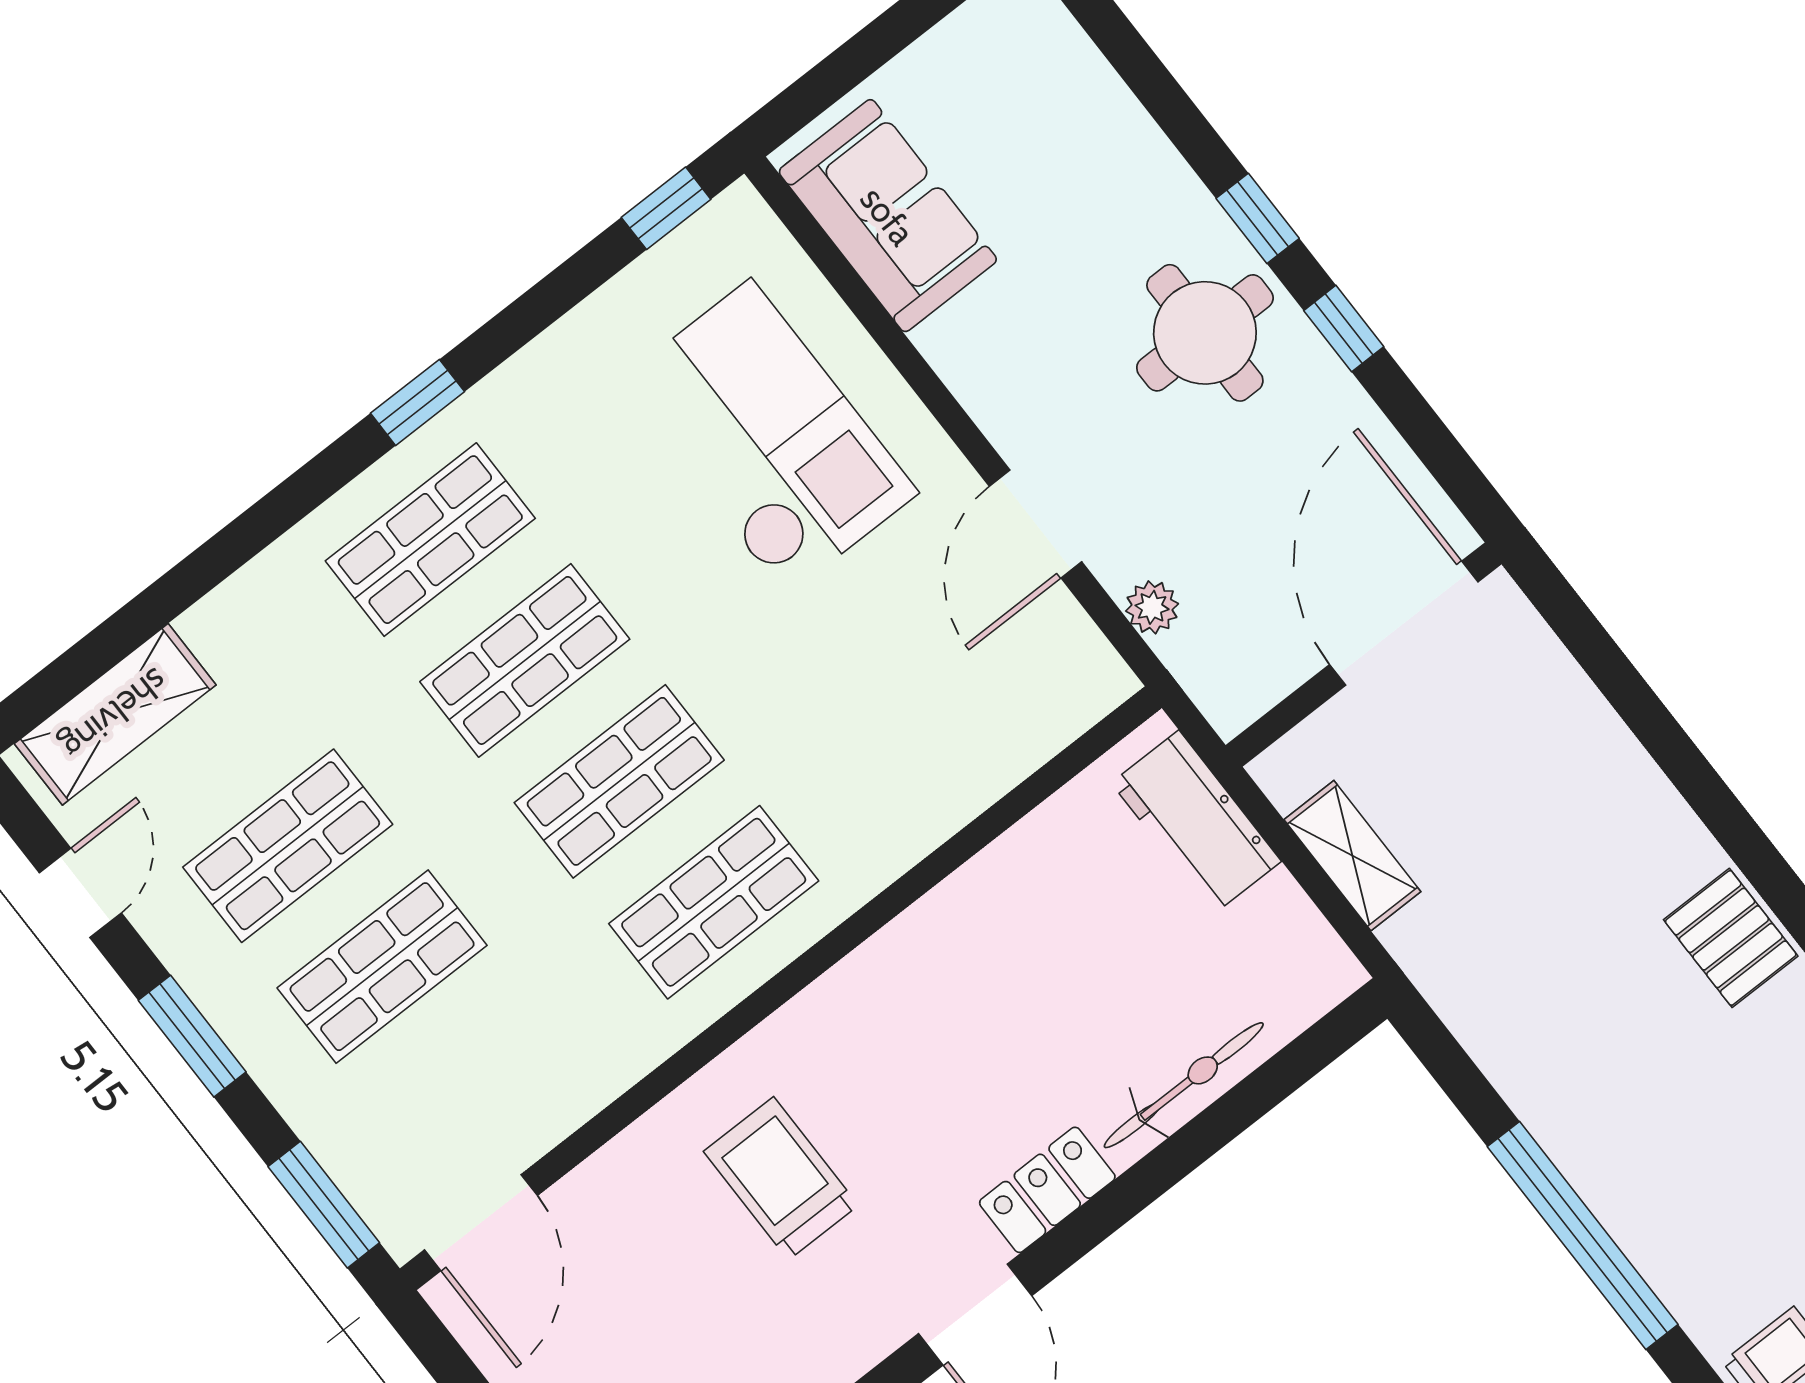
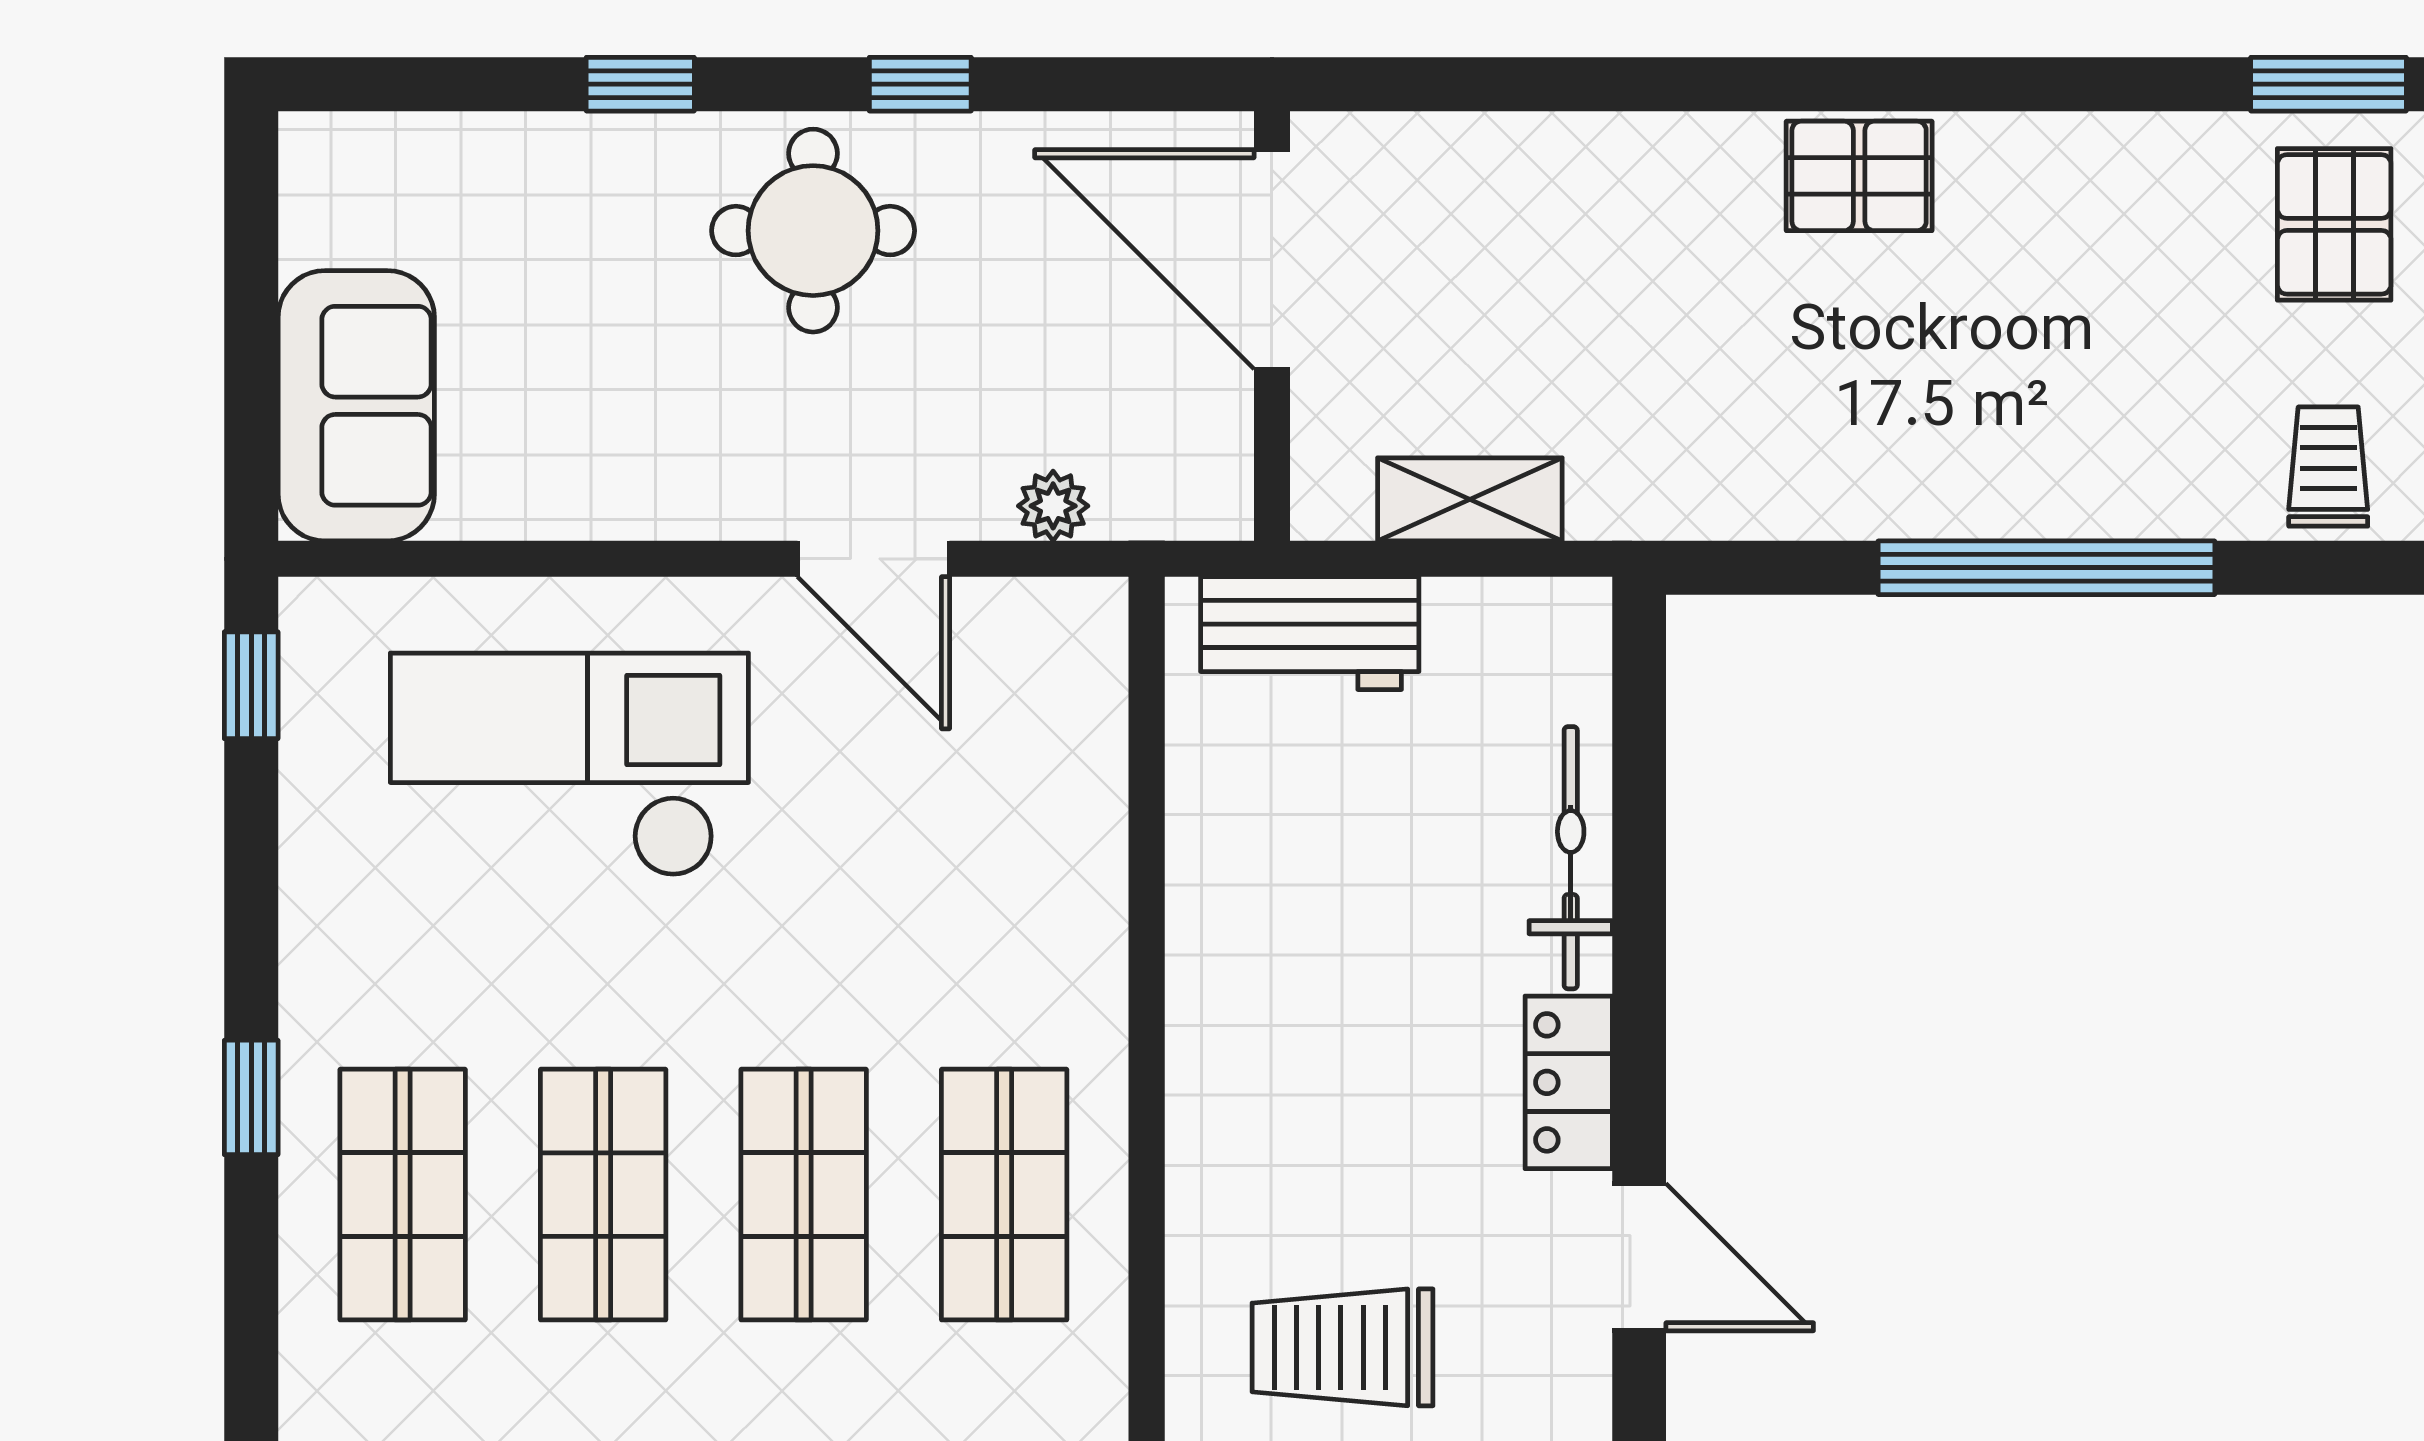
sofa: (888, 216) -> (356, 406), moved, turned 90
window: (1258, 218) -> (640, 84), moved

